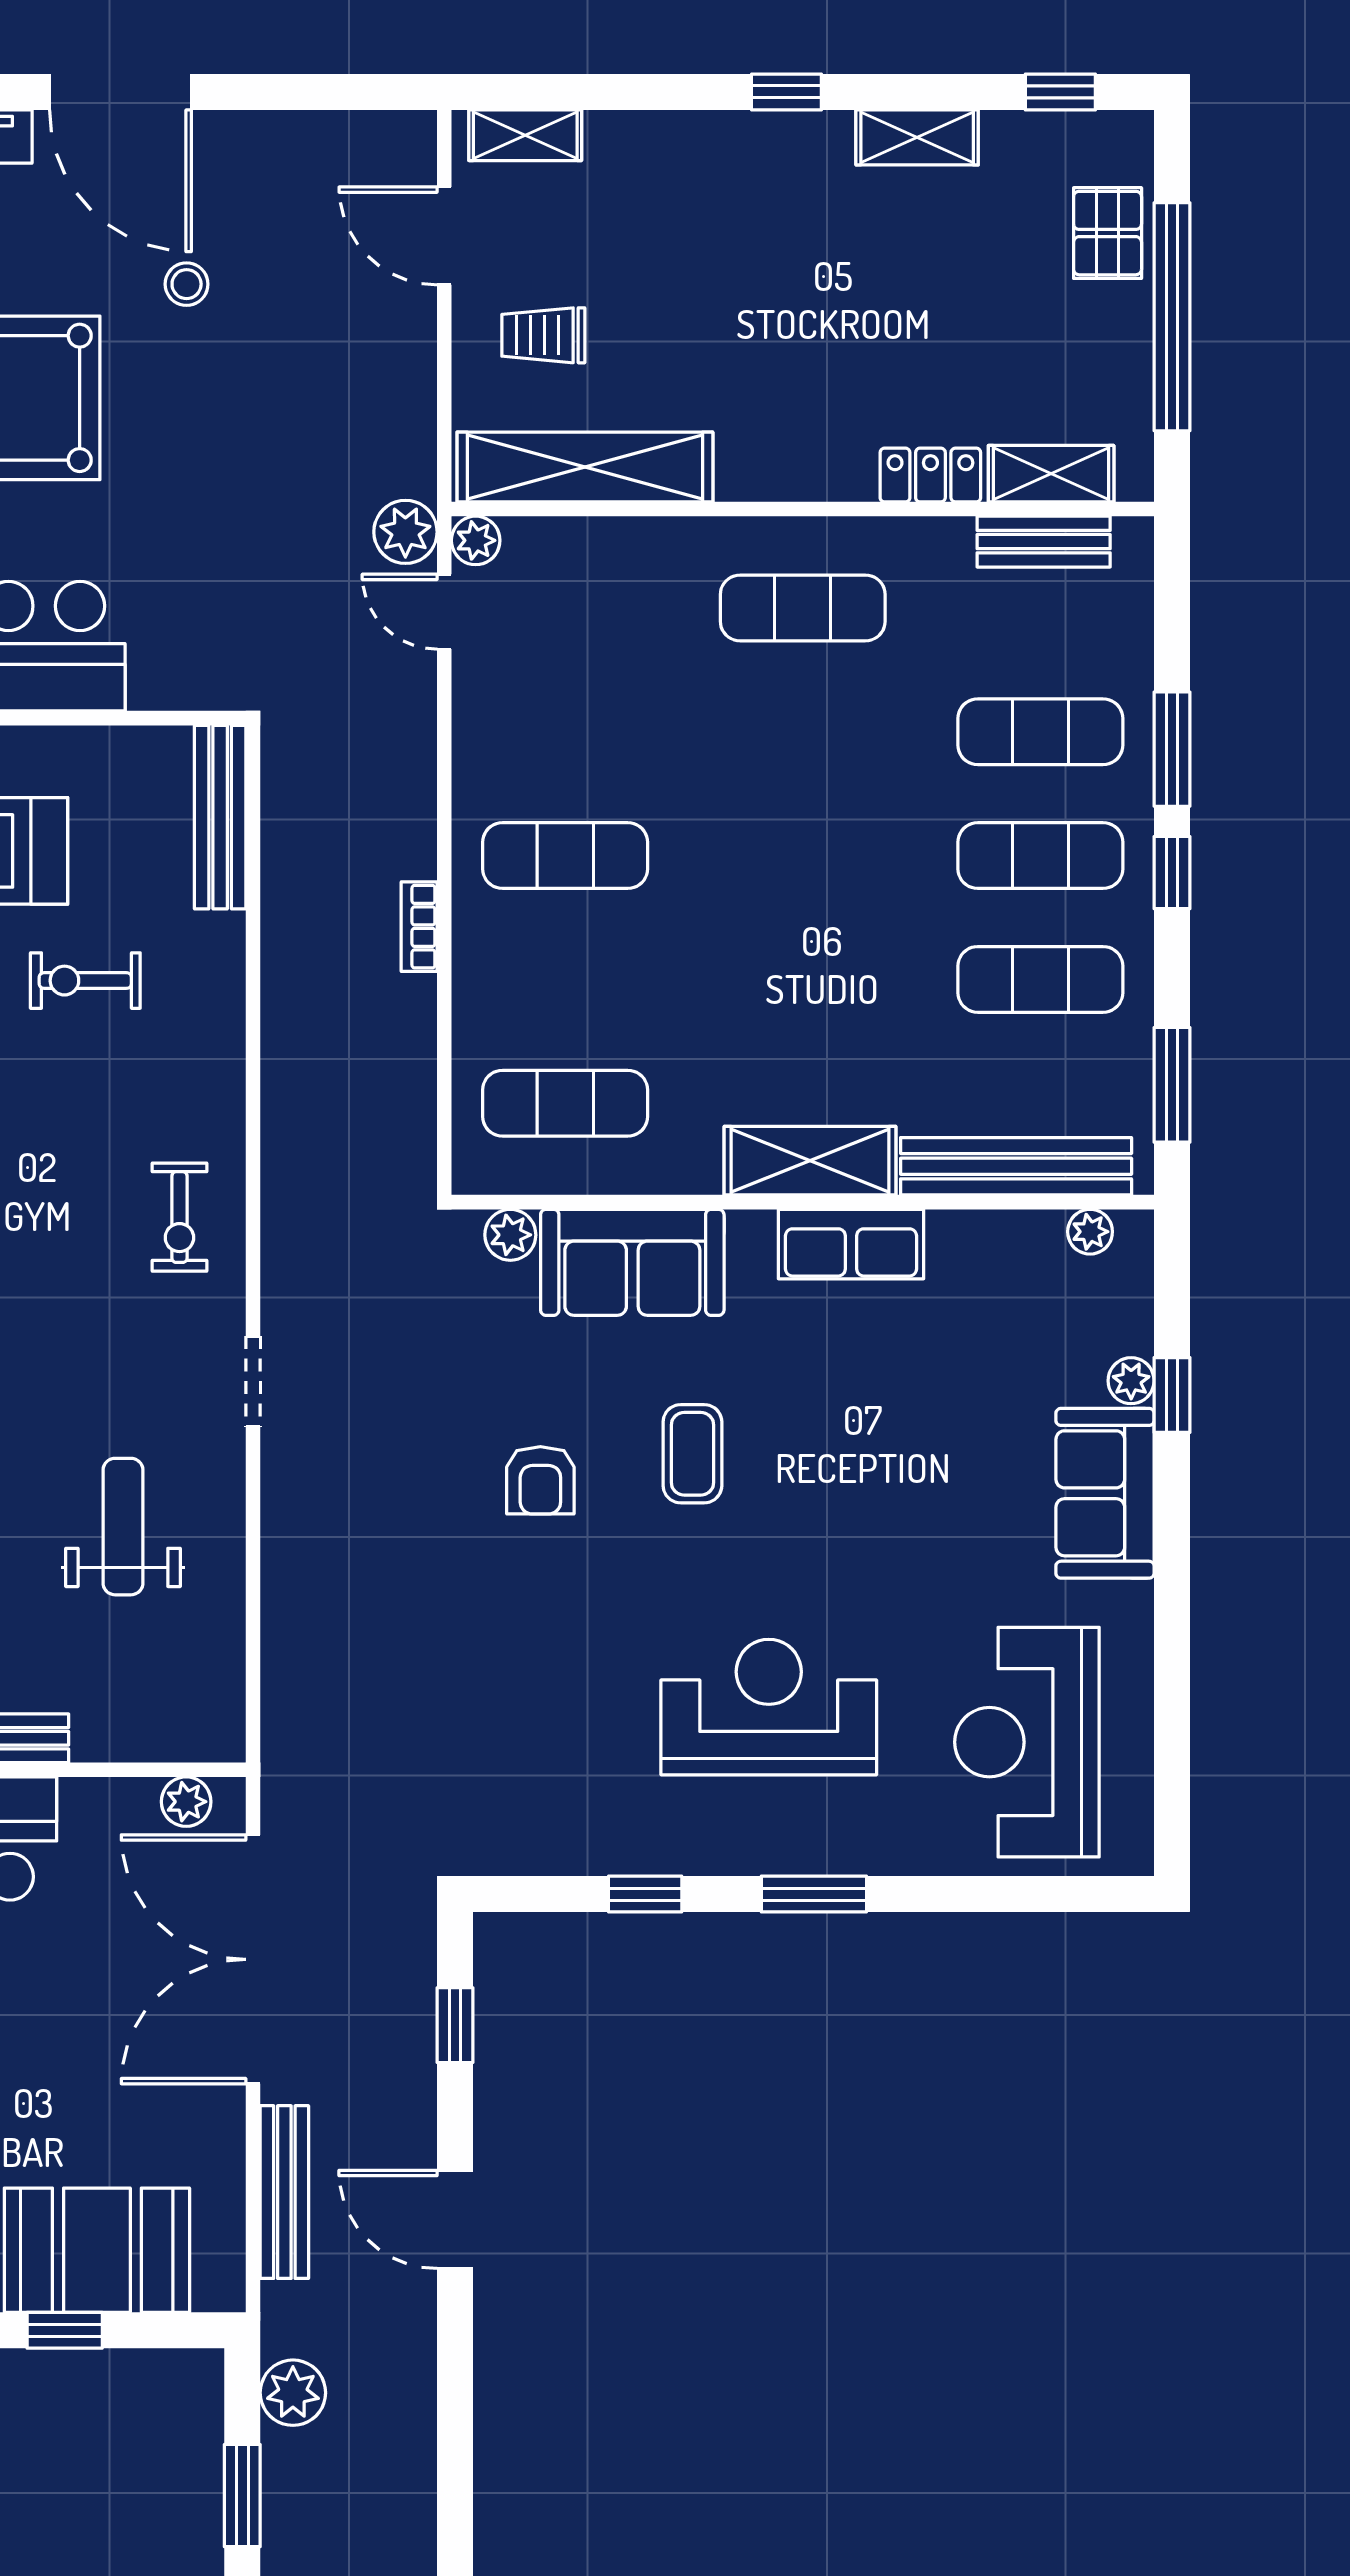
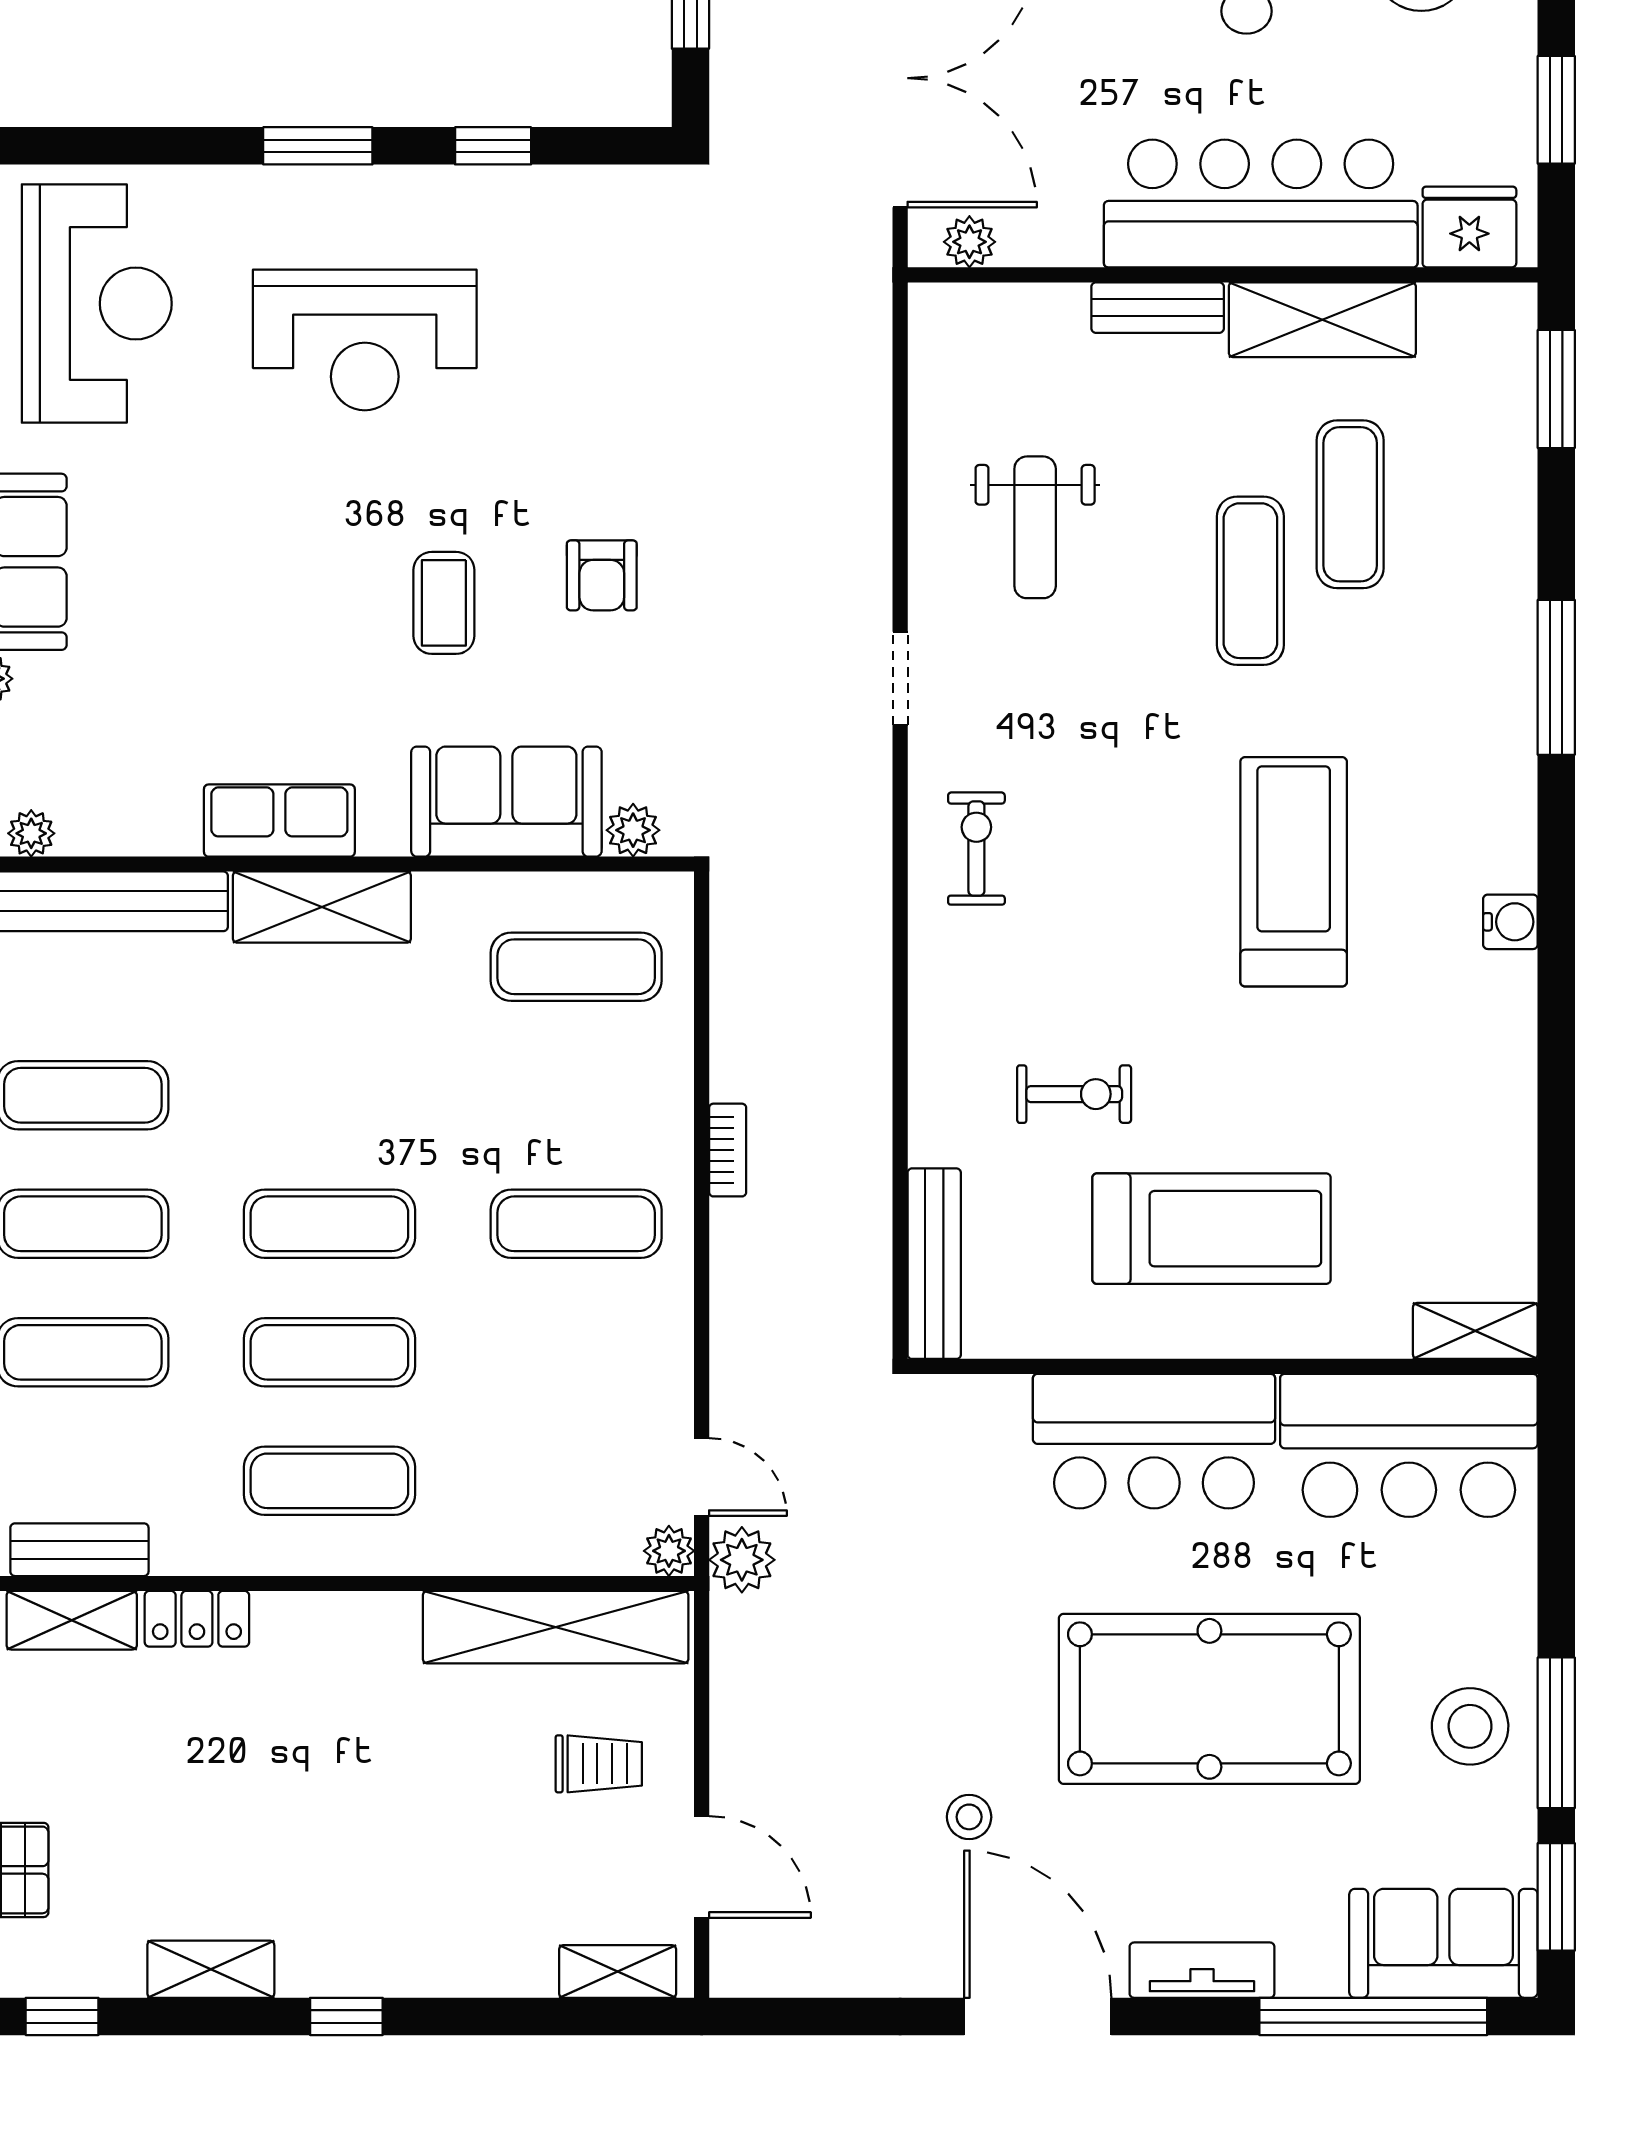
exercise mat: (803, 732) -> (329, 1352), added
exercise mat: (803, 856) -> (329, 1224), added
armchair: (540, 1480) -> (602, 575), turned 180

